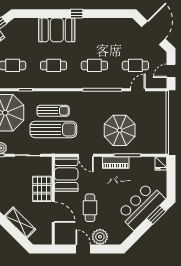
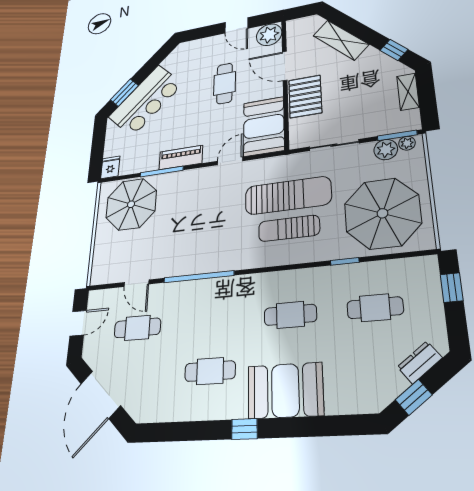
cafe table: (94, 65) -> (210, 371), moved
door: (138, 90) -> (136, 283), hinge flipped
sun lounger: (53, 129) -> (288, 195), turned 180
parasol: (120, 130) -> (131, 204), moved
door: (86, 155) -> (230, 161), hinge flipped
plant: (100, 237) -> (269, 35), moved

